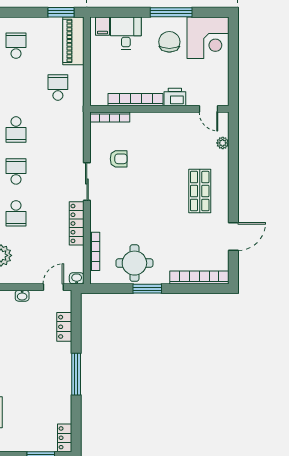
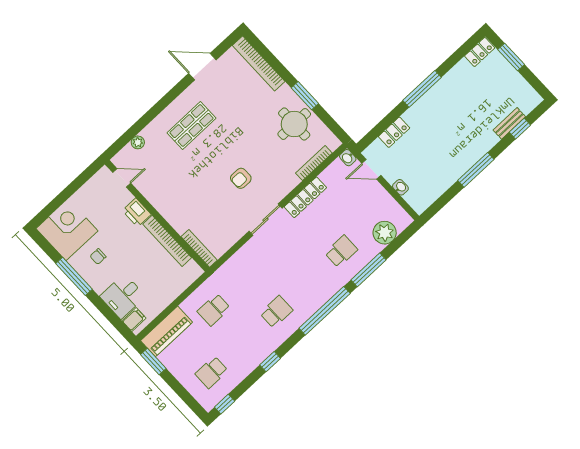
chair: (169, 42) -> (98, 256), width x0.54, depth x0.54
door: (208, 109) -> (122, 178), hinge flipped
armchair: (119, 159) -> (241, 178), moved, turned -90
school desk: (16, 171) -> (309, 282), removed

